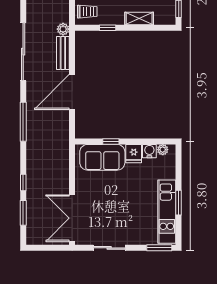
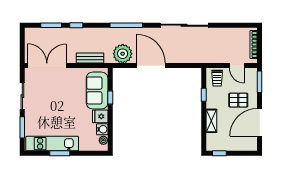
plant: (63, 29) -> (123, 54), moved, width x1.87, depth x1.87
bench: (63, 53) -> (90, 58), moved
window: (159, 248) -> (22, 127), moved

